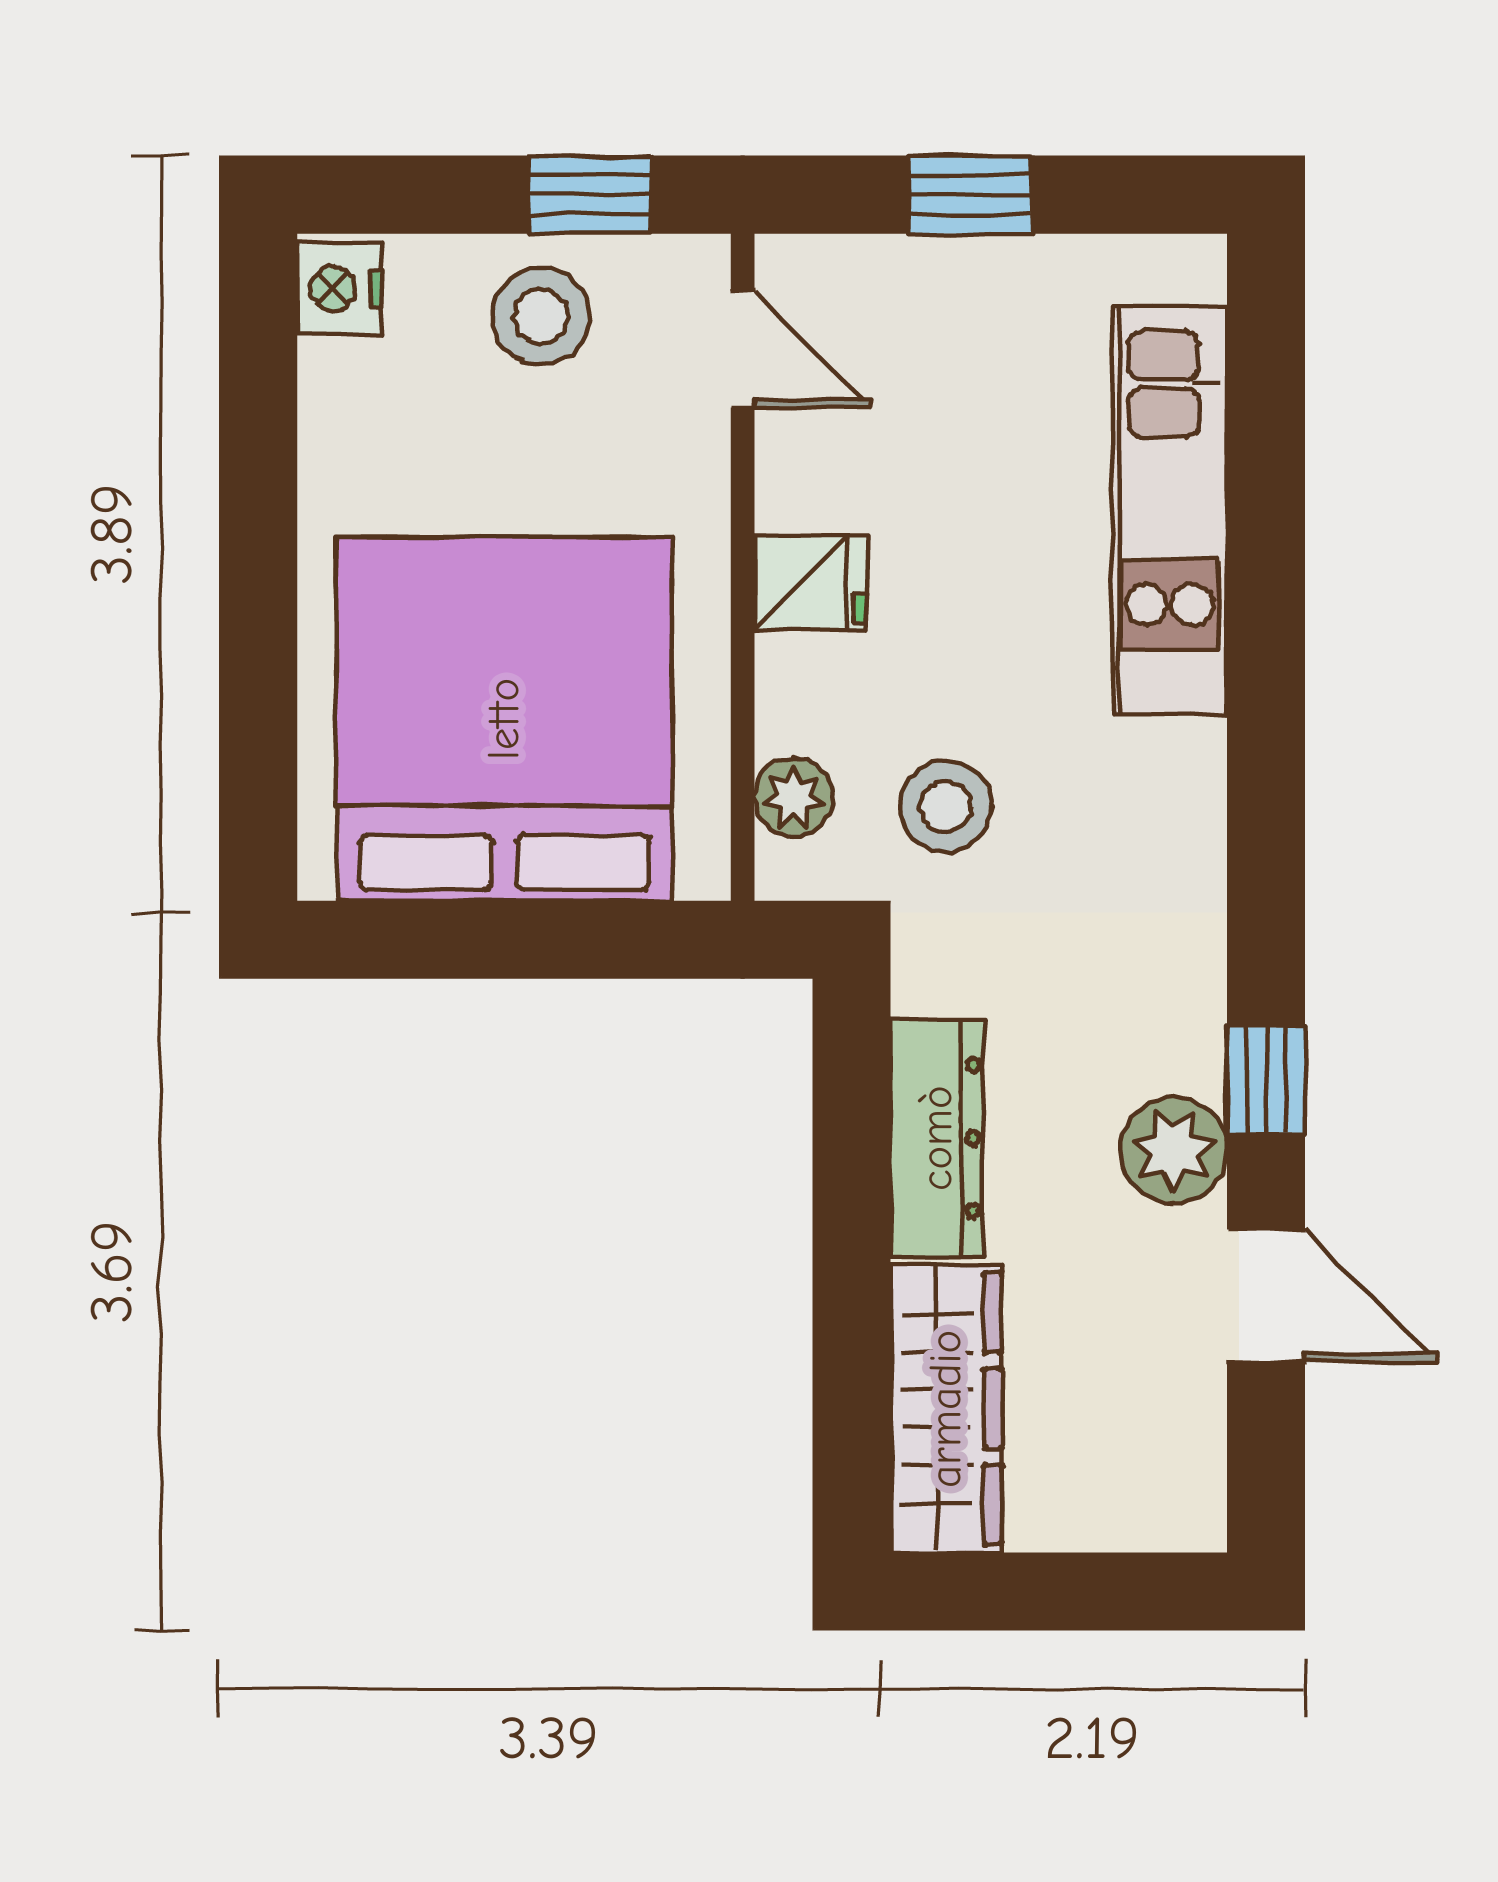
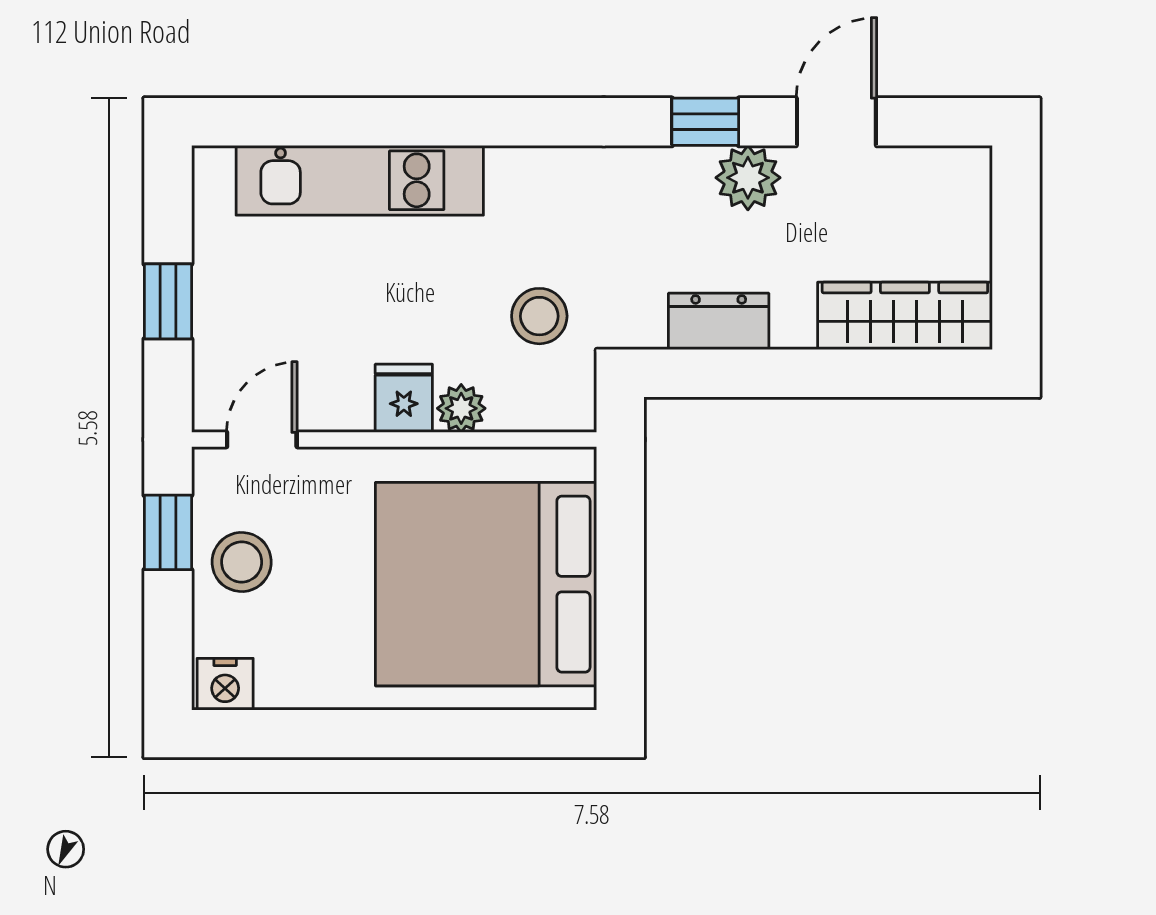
plant: (794, 798) -> (461, 408), moved
dresser: (937, 1138) -> (719, 321), width x0.70

